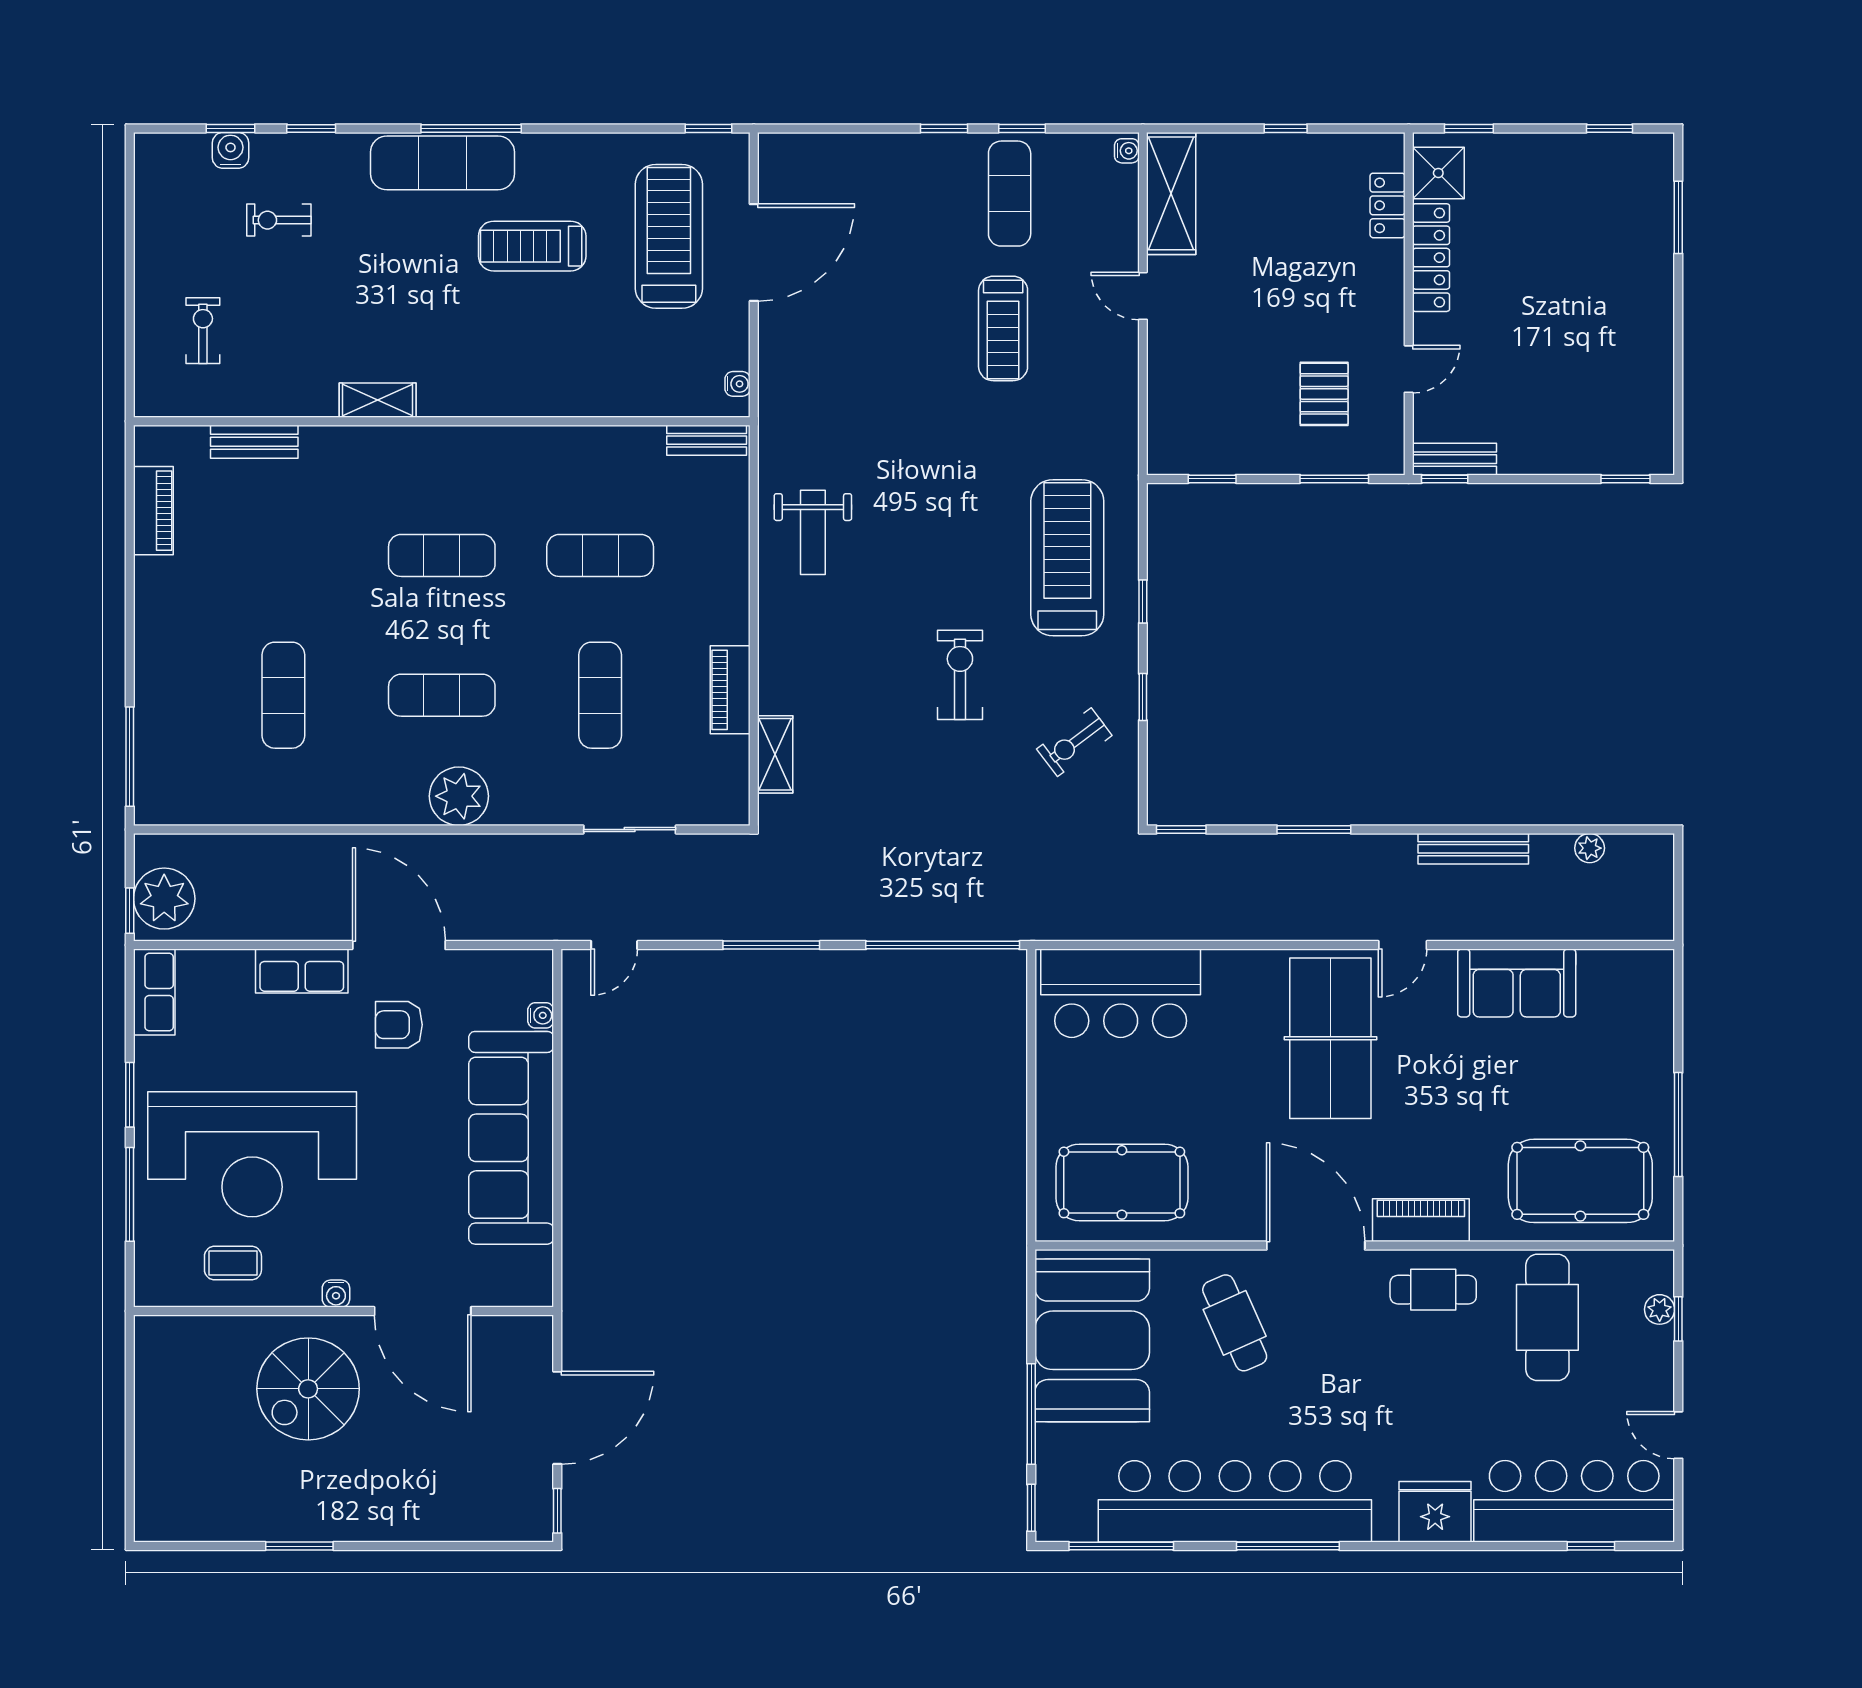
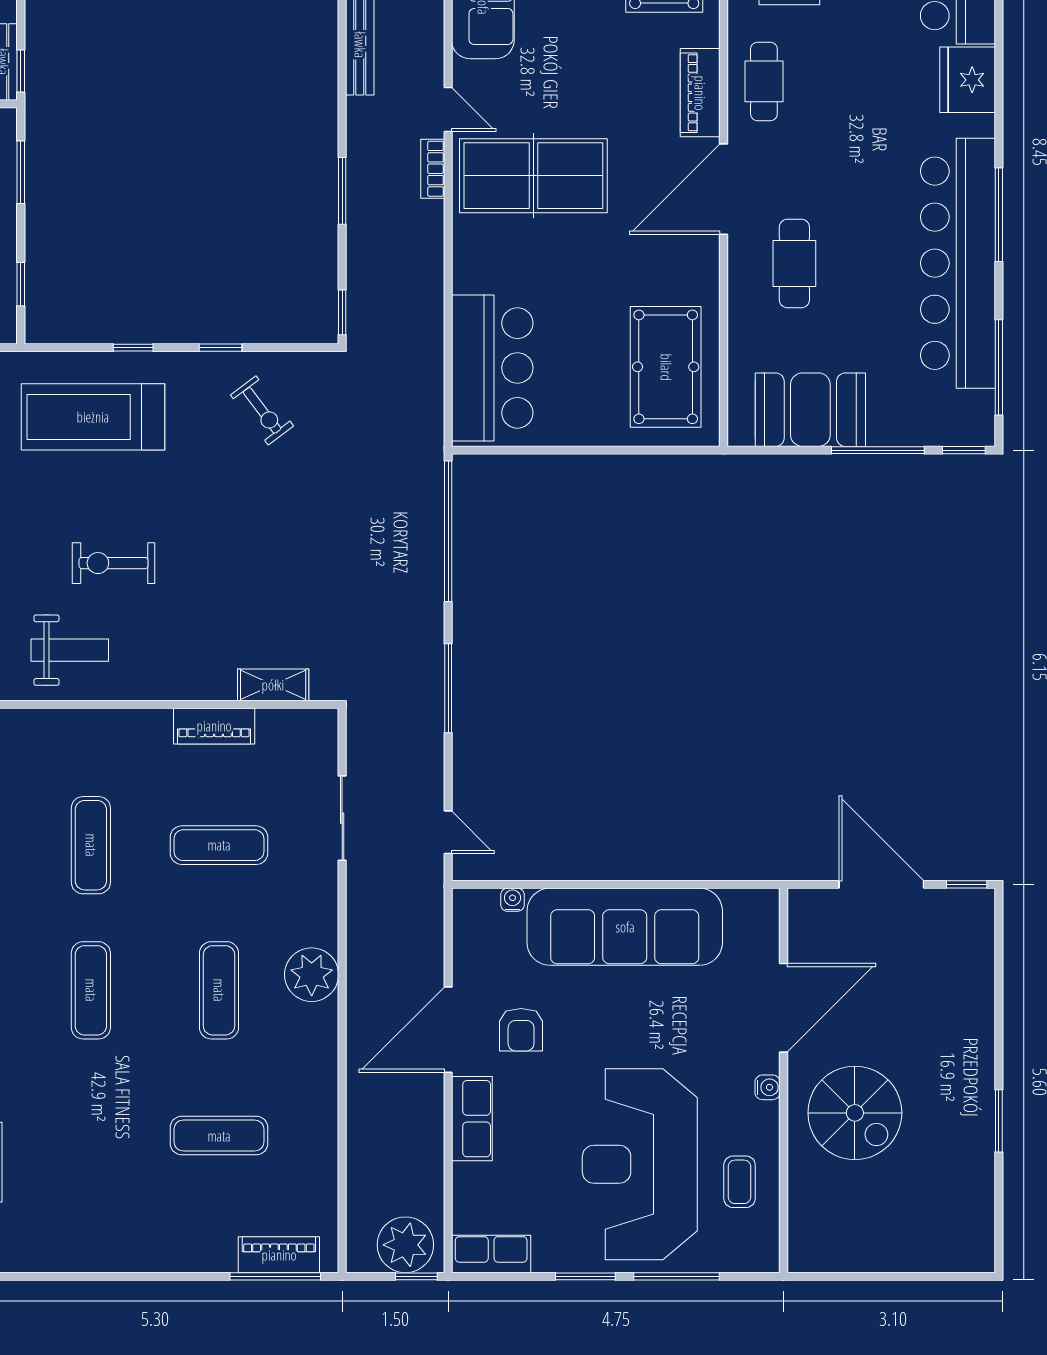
piano: (153, 511) -> (279, 1255), moved
exercise bike: (960, 675) -> (114, 563), moved
bookcase: (1338, 928) -> (433, 169), added
reception desk: (252, 1154) -> (640, 1164), turned 180
cafe table: (1235, 1323) -> (794, 263), turned -66
booth: (1092, 1340) -> (810, 410), width x0.73, depth x0.70

